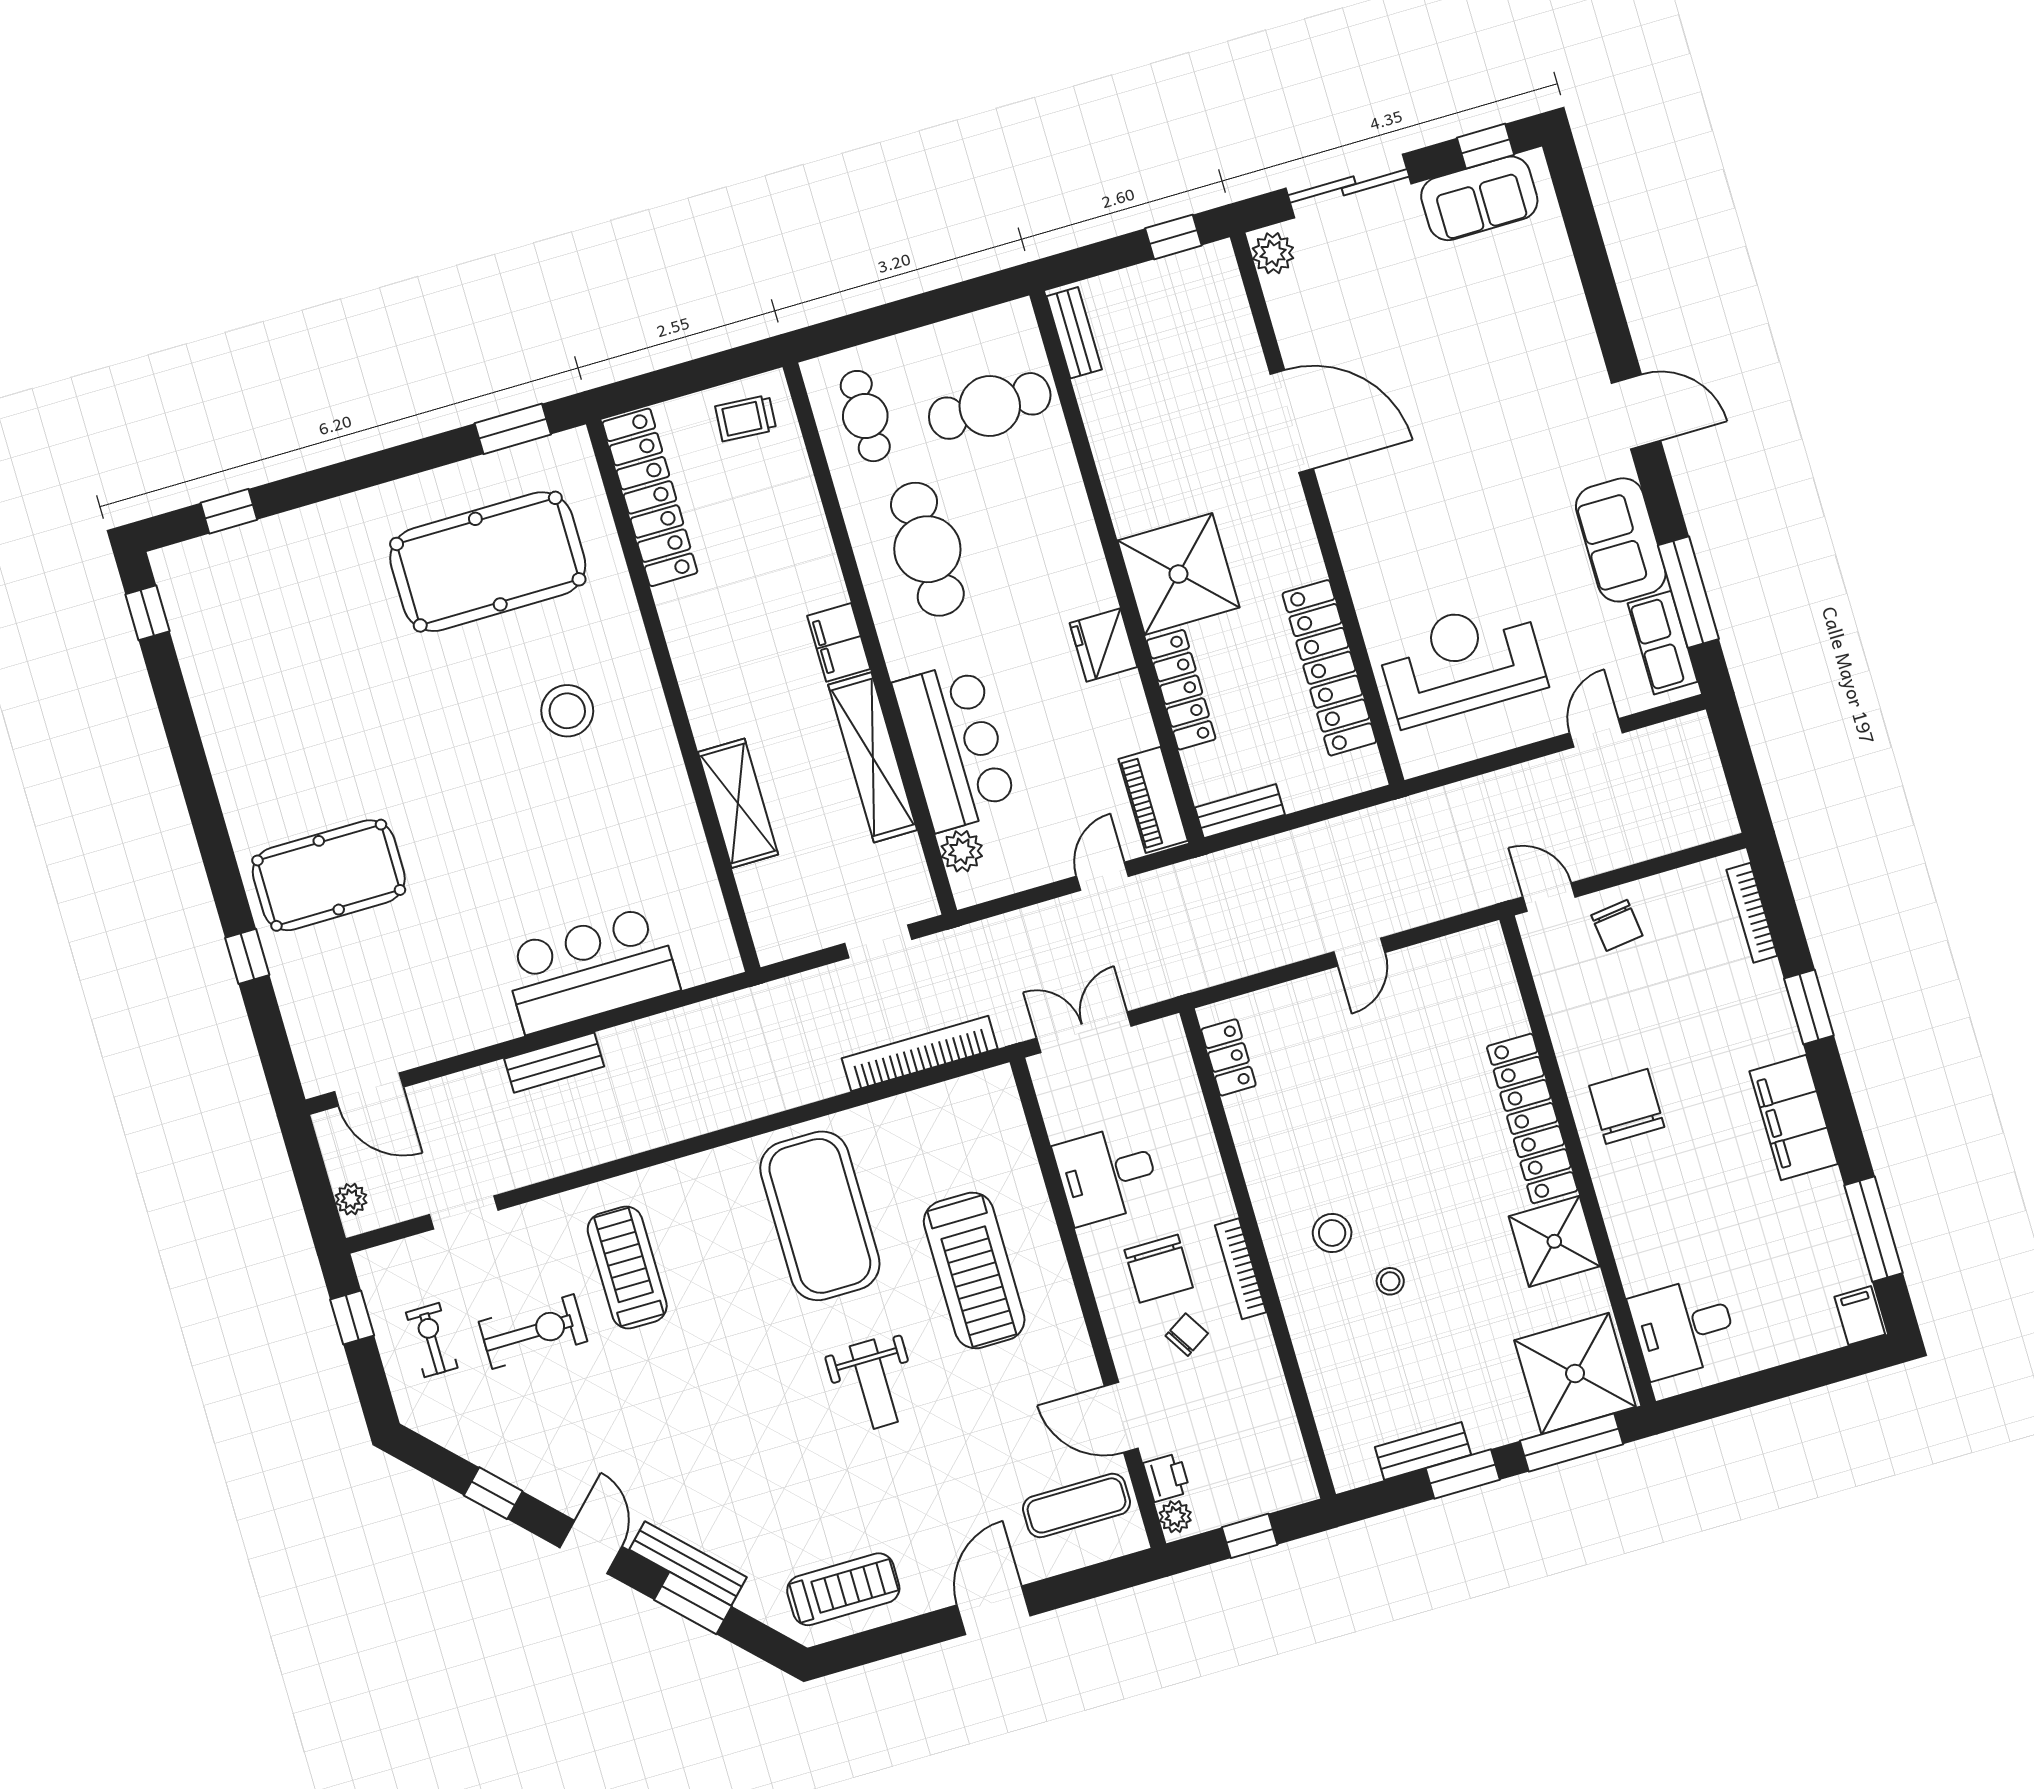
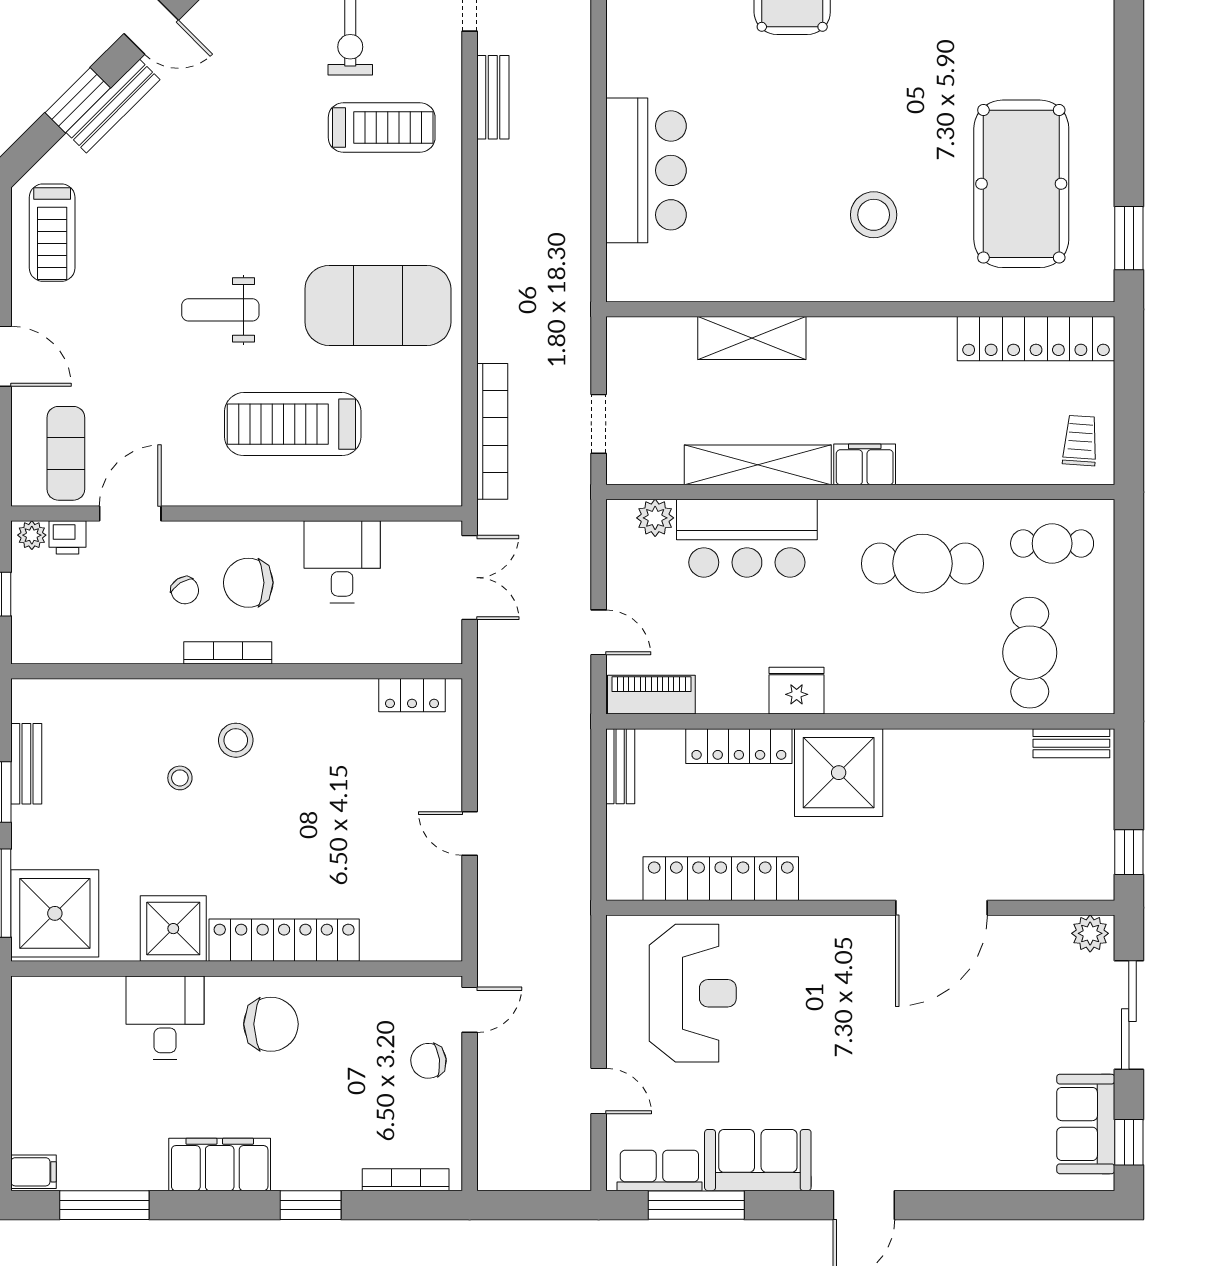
bench: (554, 1063) -> (493, 97), moved
desk: (1683, 1328) -> (165, 1018), moved

